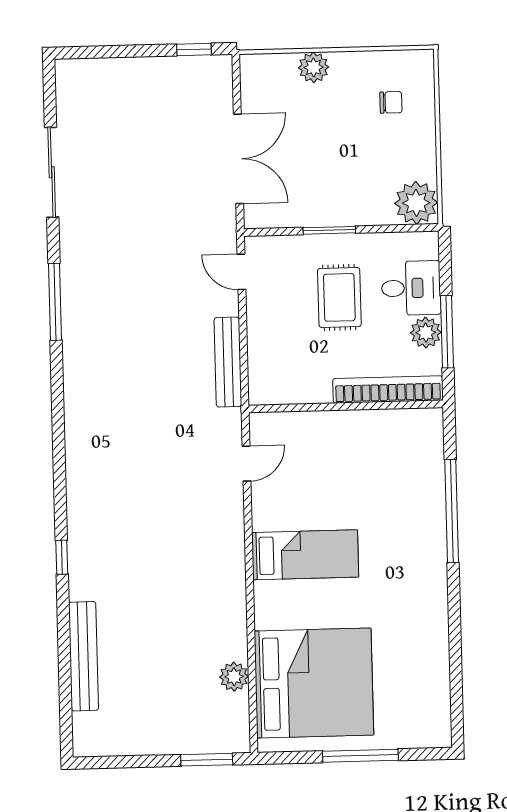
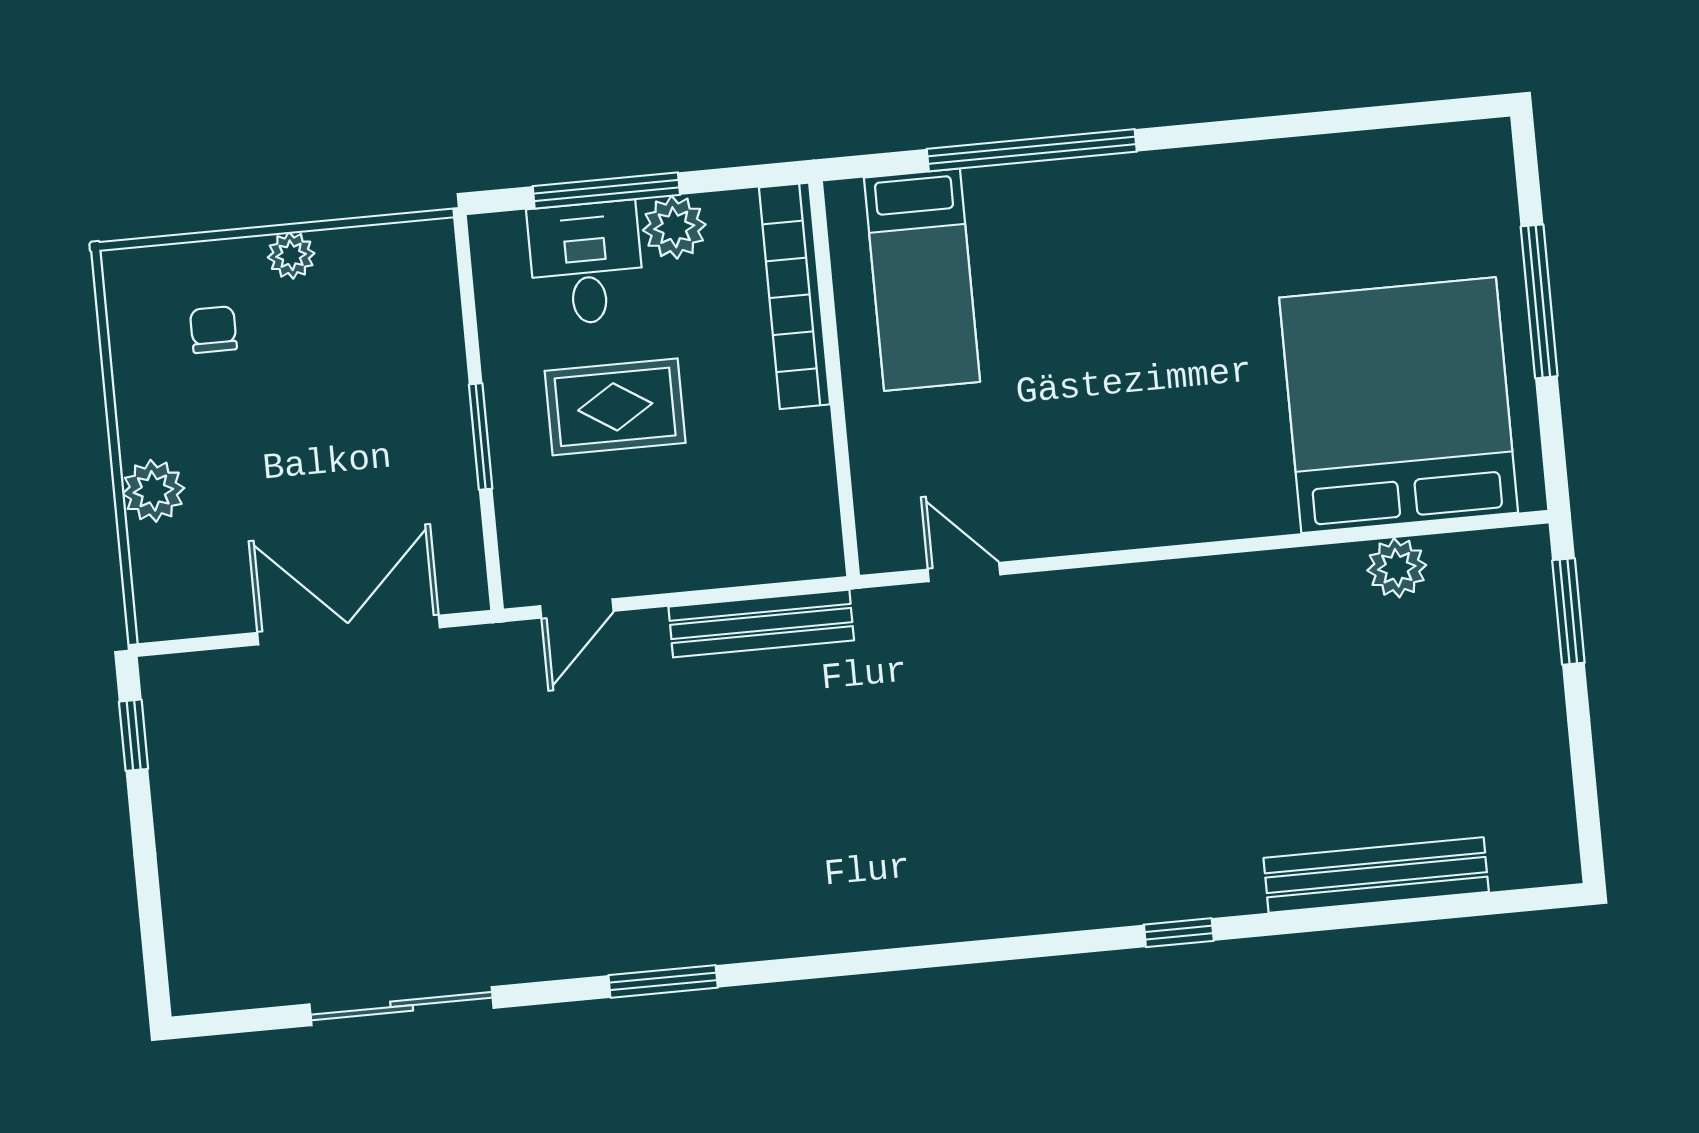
plant: (416, 203) -> (291, 255), moved, width x0.53, depth x0.53
window: (55, 302) -> (663, 981), width x0.69
window: (447, 332) -> (606, 190), moved
bed: (305, 555) -> (922, 280), moved, turned 180

